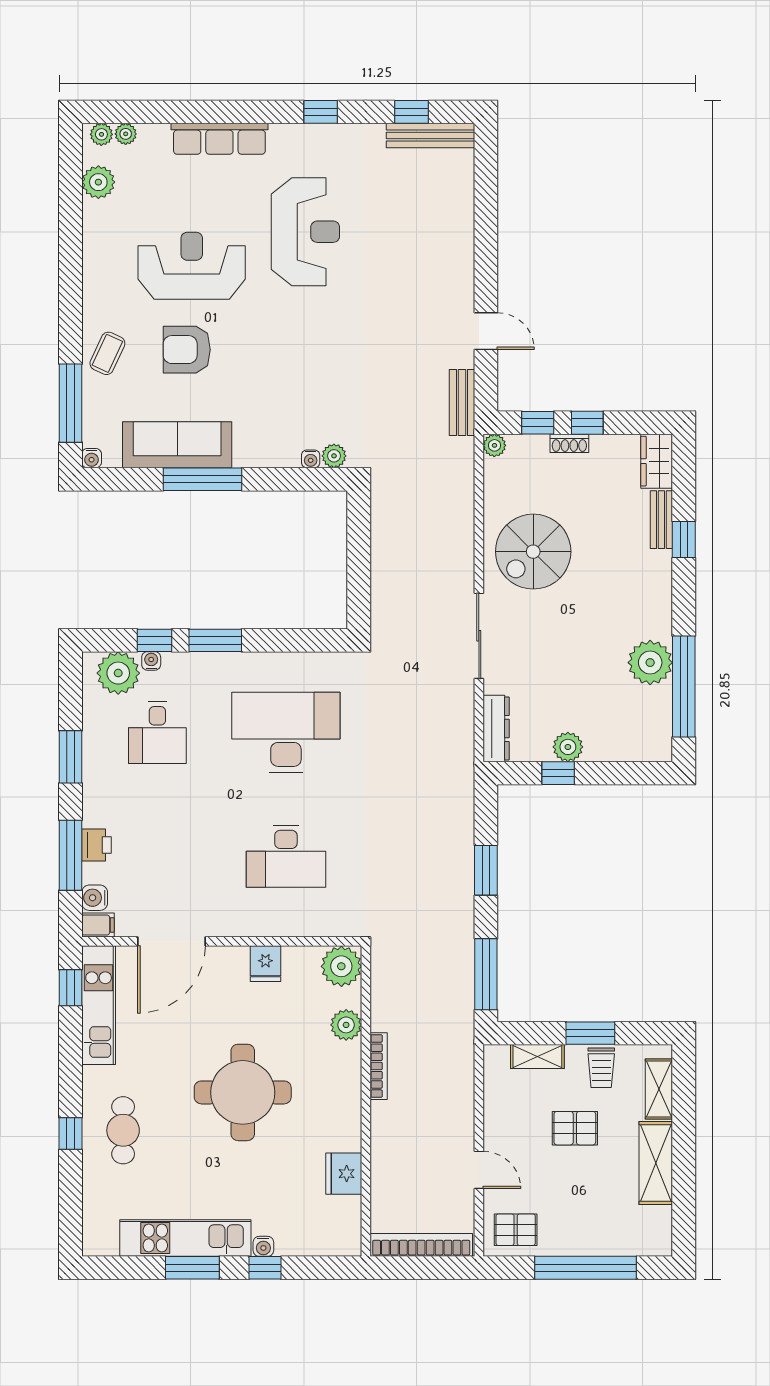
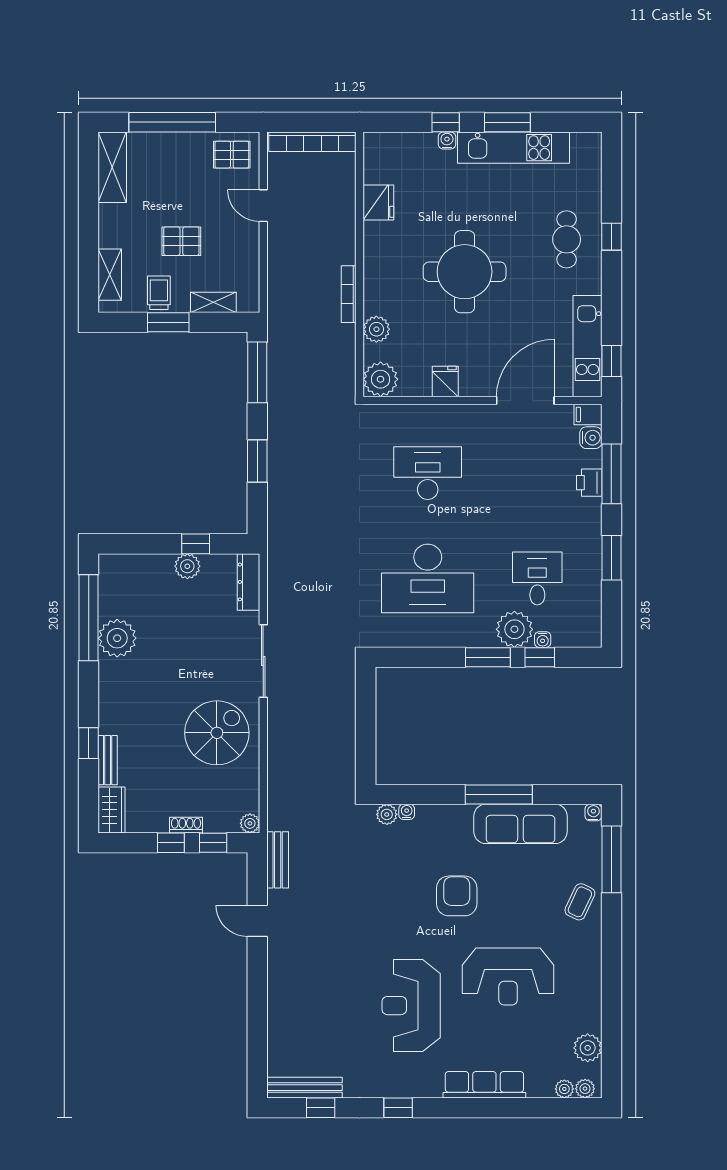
armchair: (187, 350) -> (457, 896), moved, turned -90
plant: (118, 673) -> (514, 629), moved
shelving: (656, 1163) -> (112, 167), moved

